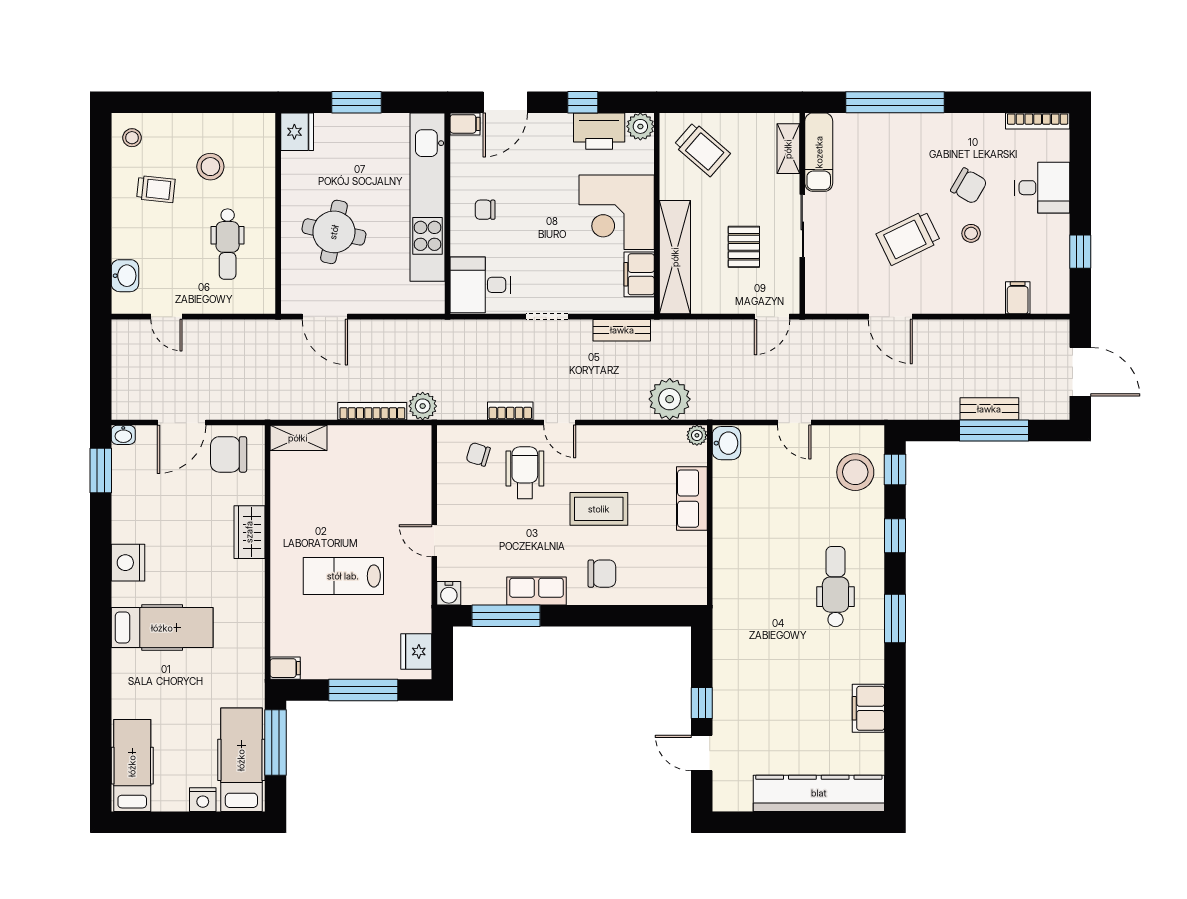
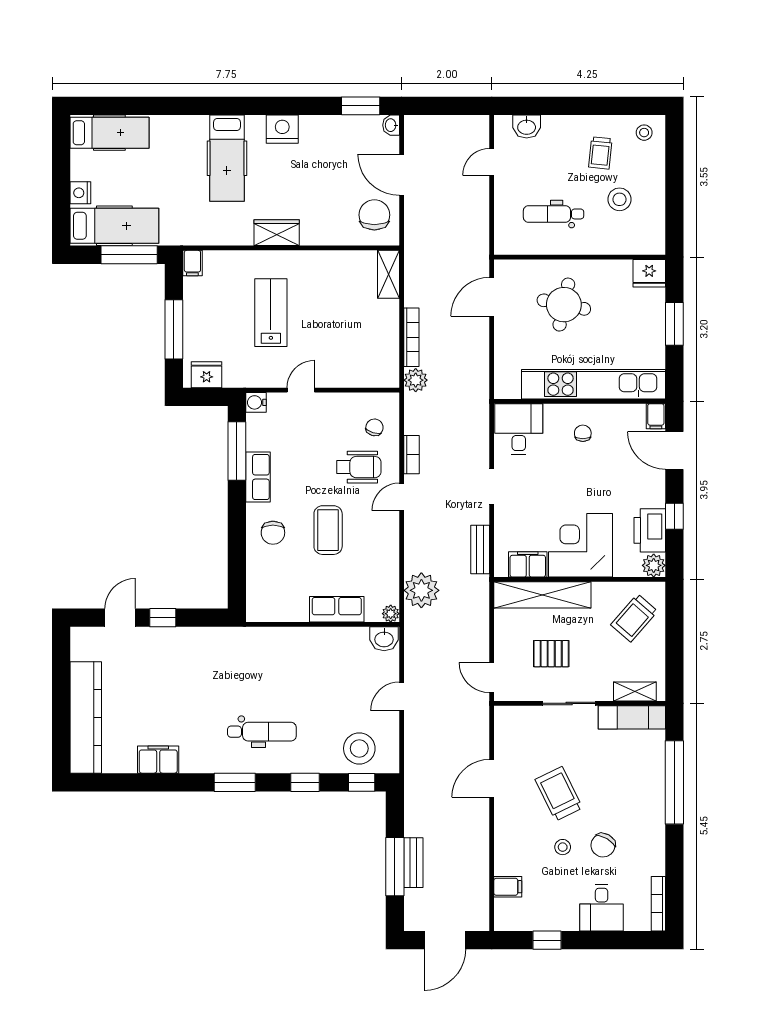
wardrobe: (249, 532) -> (277, 233), moved

